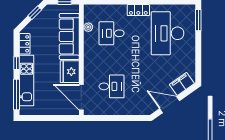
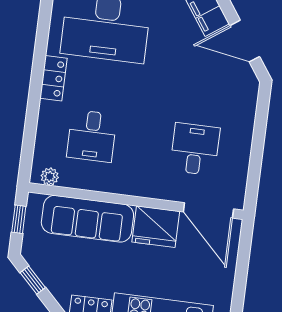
plant: (88, 27) -> (50, 177), moved
door: (81, 97) -> (208, 210), hinge flipped
door: (170, 105) -> (245, 41), hinge flipped

